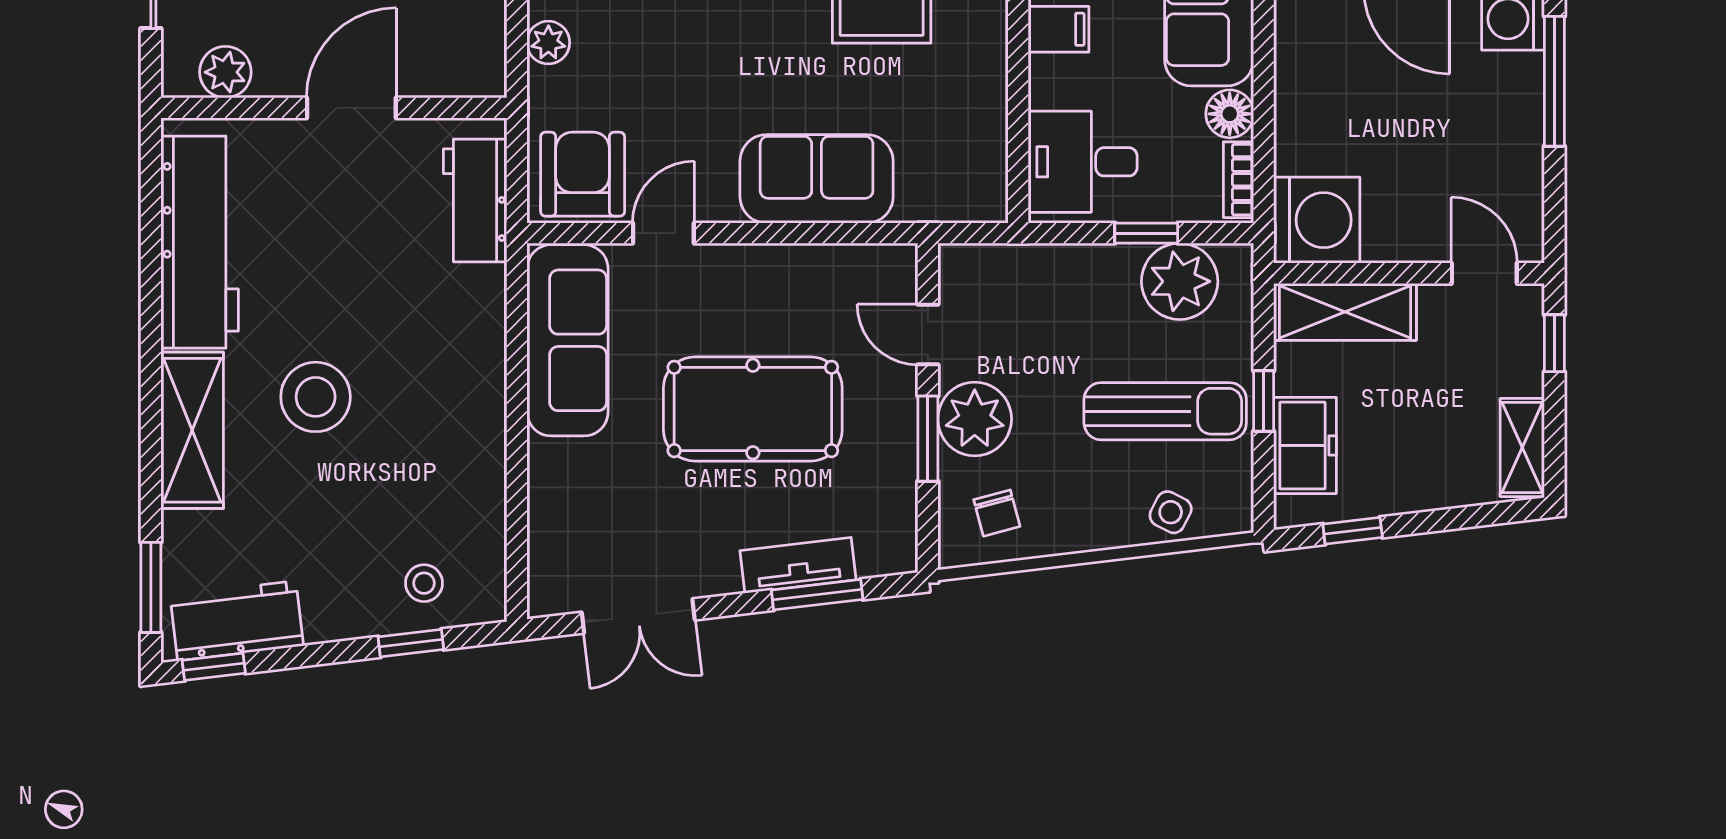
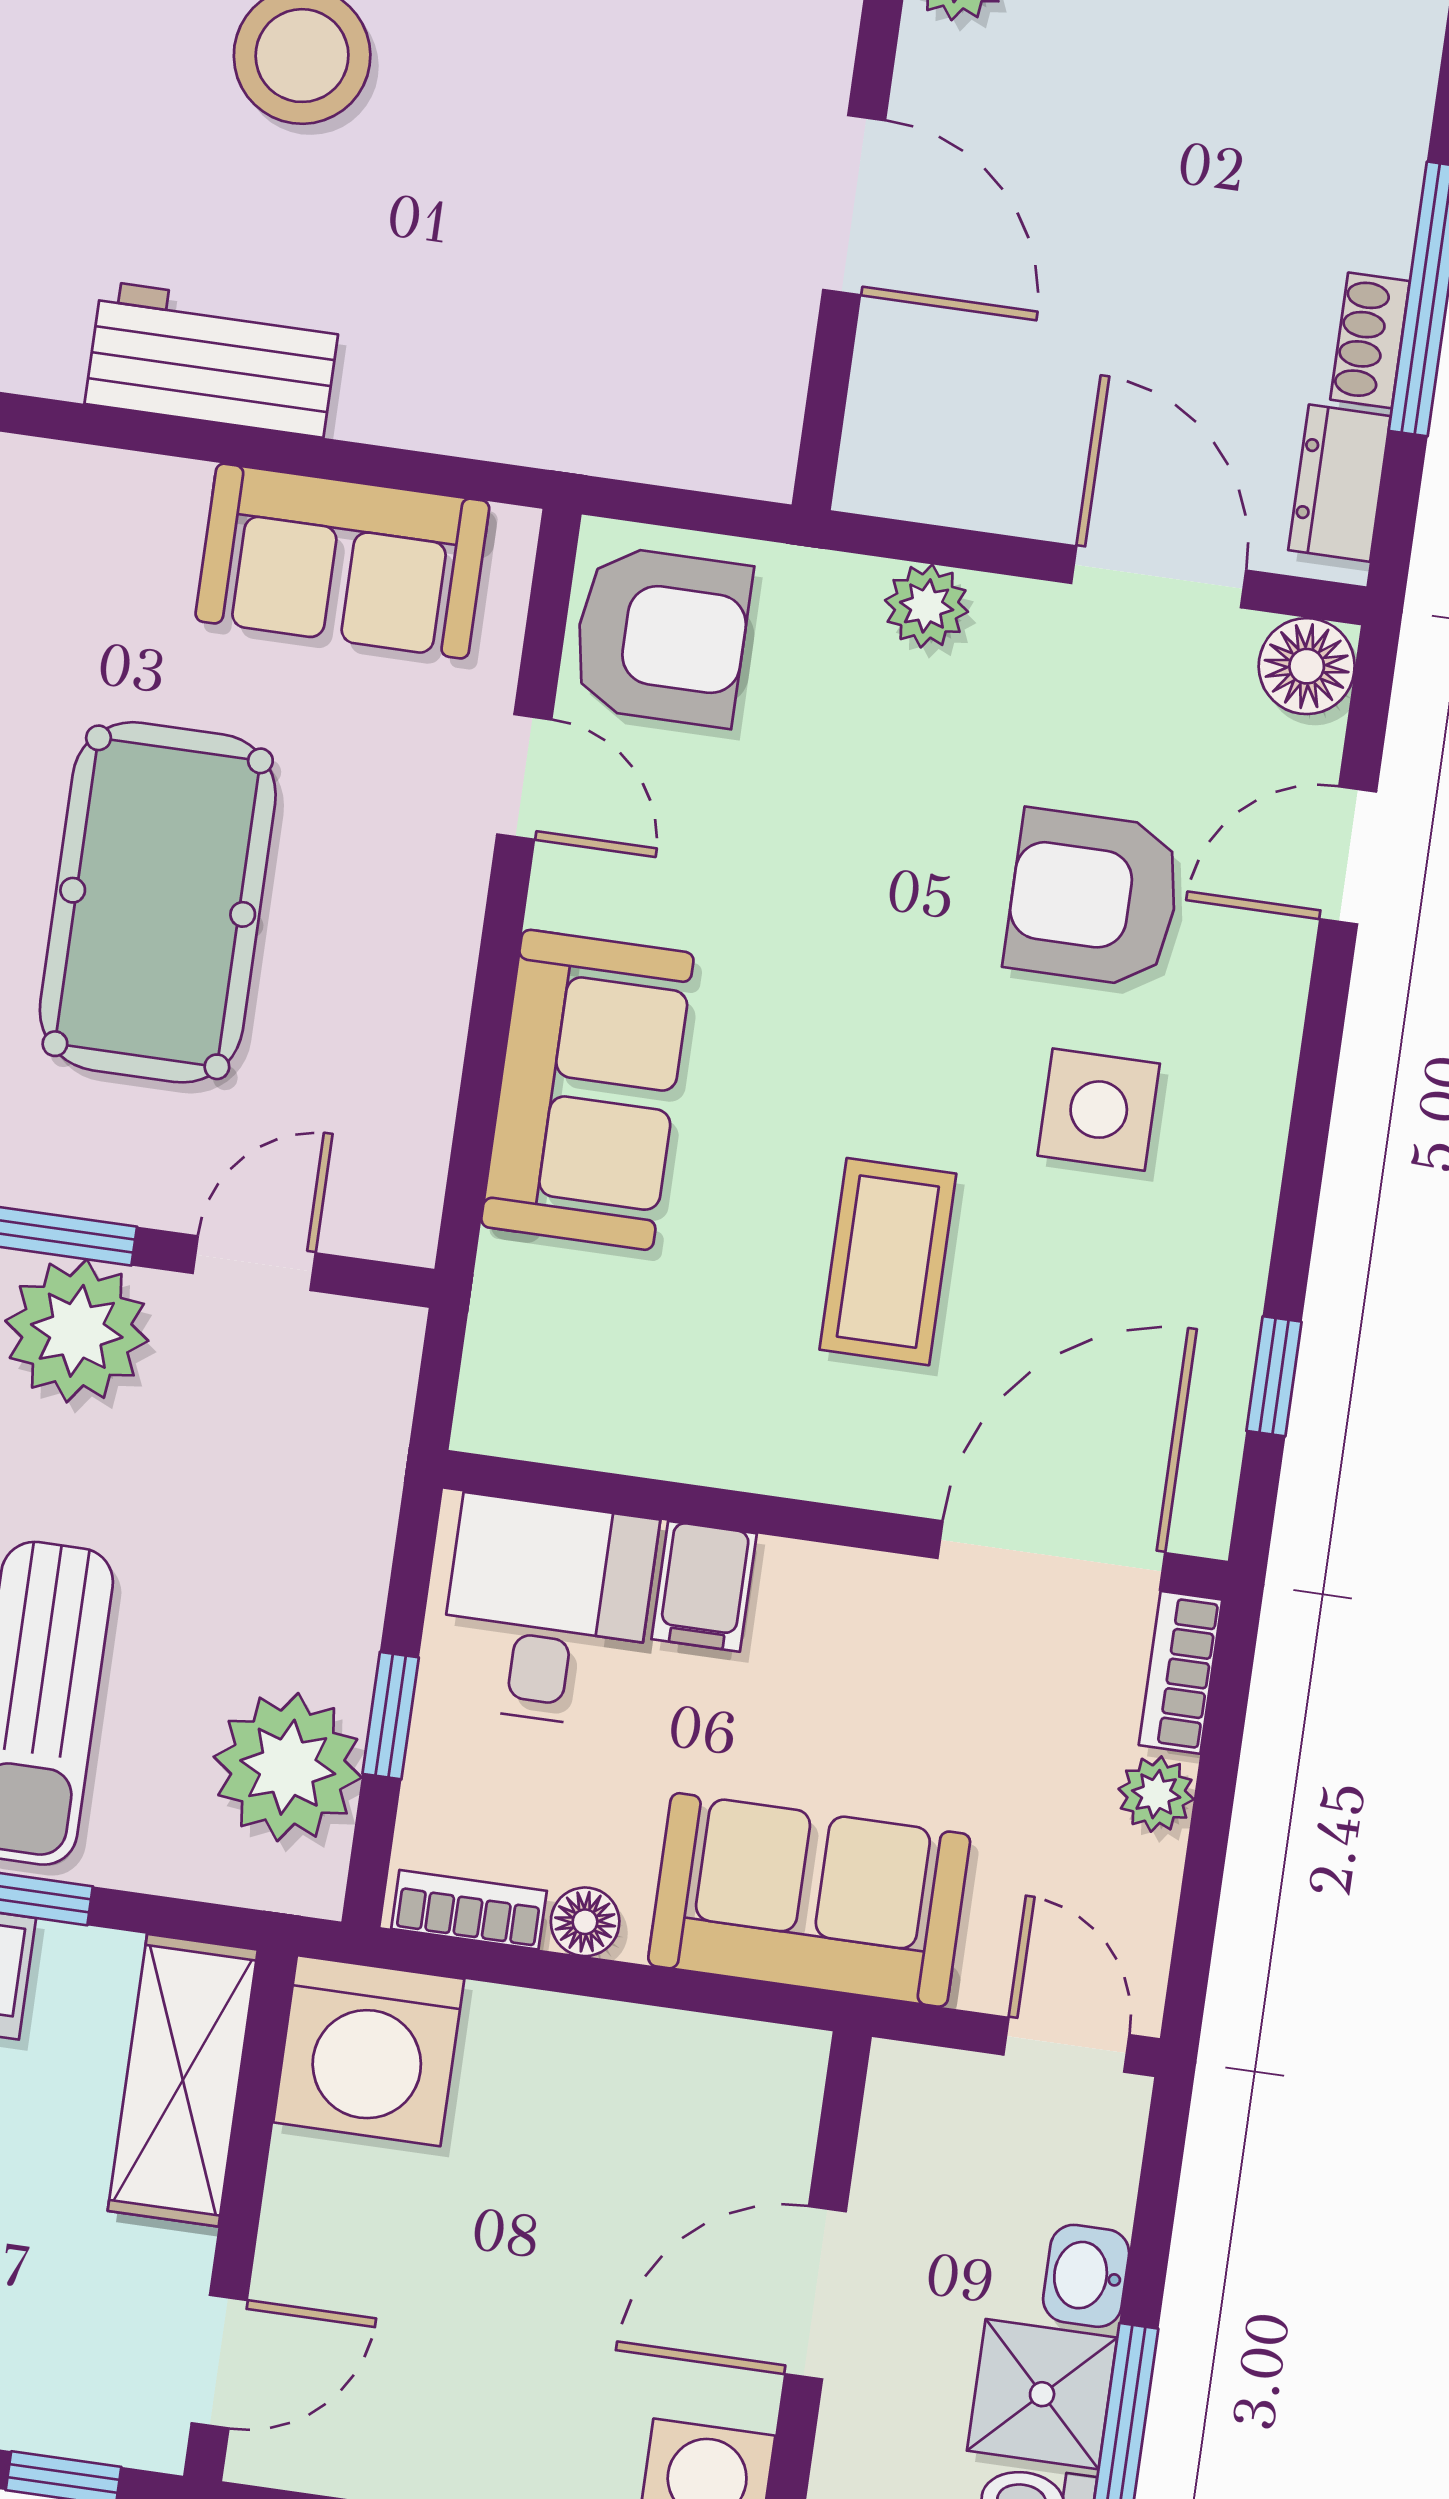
filing cabinet: (1059, 29) -> (704, 1586), moved
floor lamp: (1230, 114) -> (585, 1922), width x0.73, depth x0.73
workbench: (475, 201) -> (213, 359), moved
sofa: (568, 340) -> (342, 561), width x0.73

